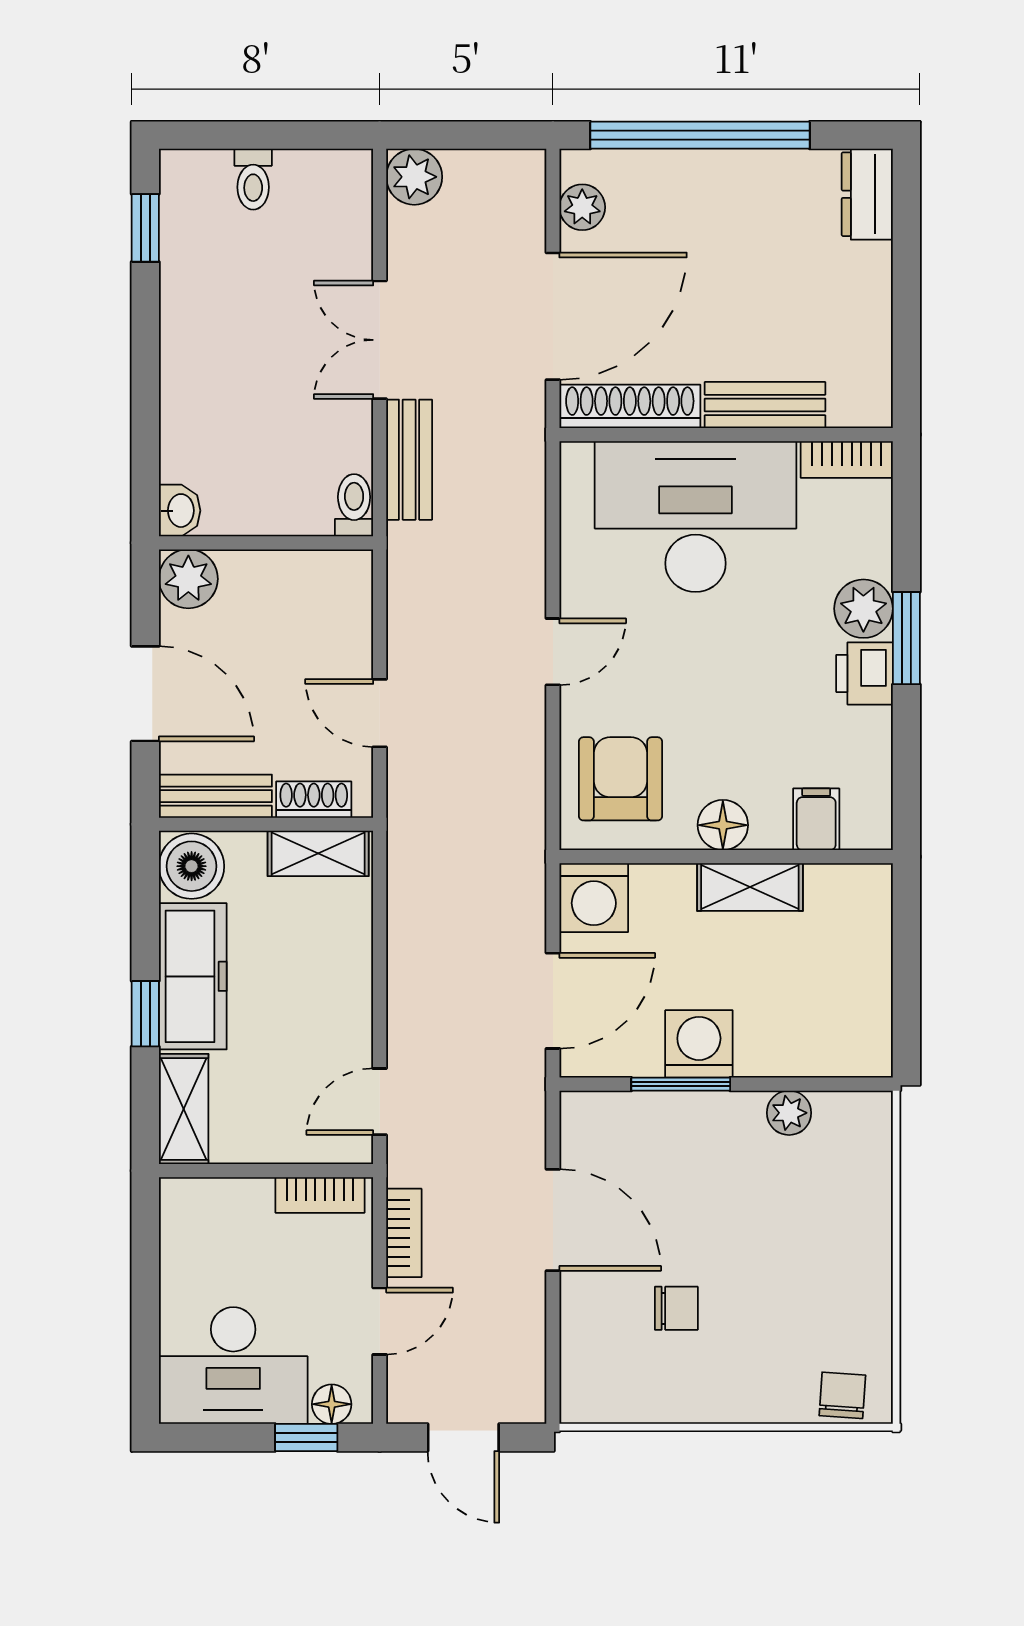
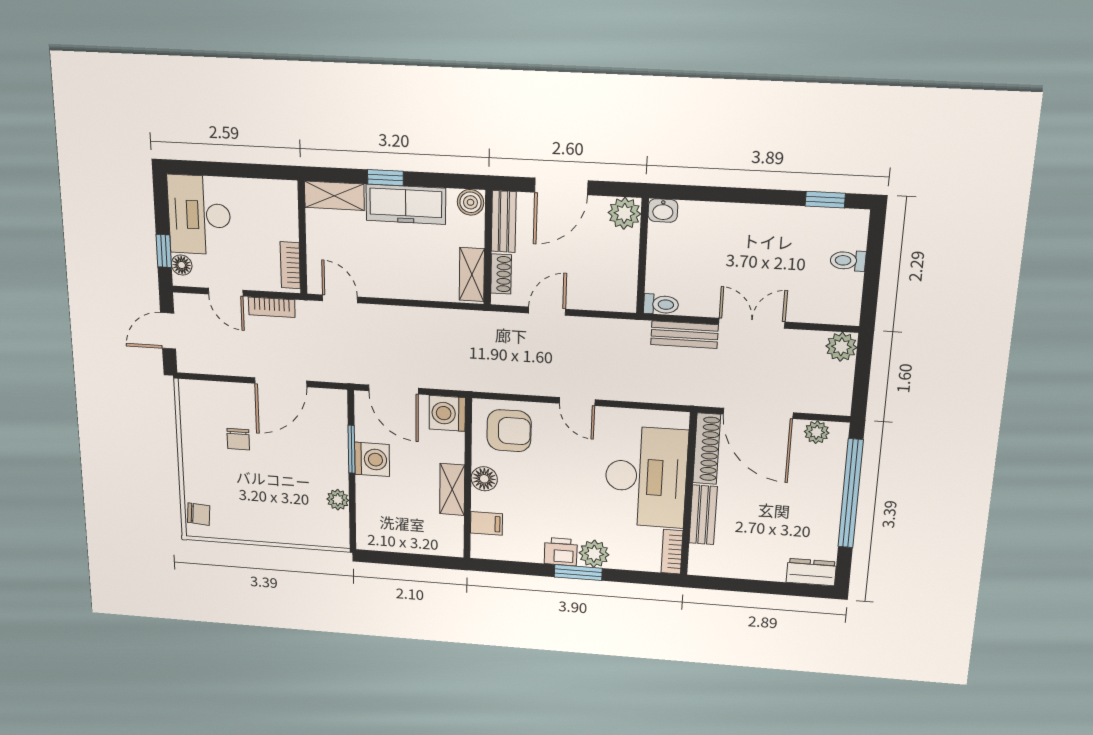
boiler: (192, 866) -> (470, 202), width x0.73, depth x0.73

